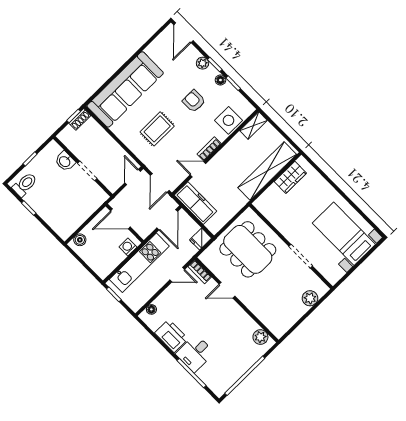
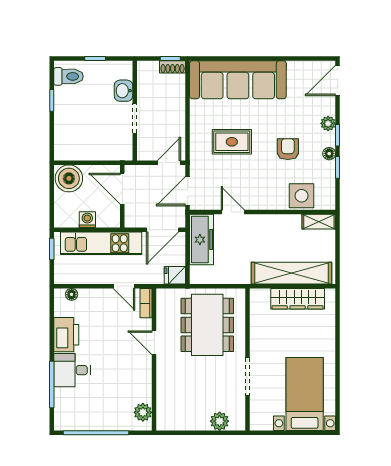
bookcase: (209, 149) -> (260, 204), removed
wardrobe: (290, 177) -> (298, 299), width x1.50
boiler: (80, 240) -> (69, 178), width x1.86, depth x1.86
washing machine: (128, 247) -> (87, 220), moved

